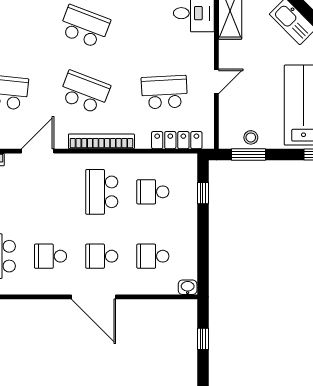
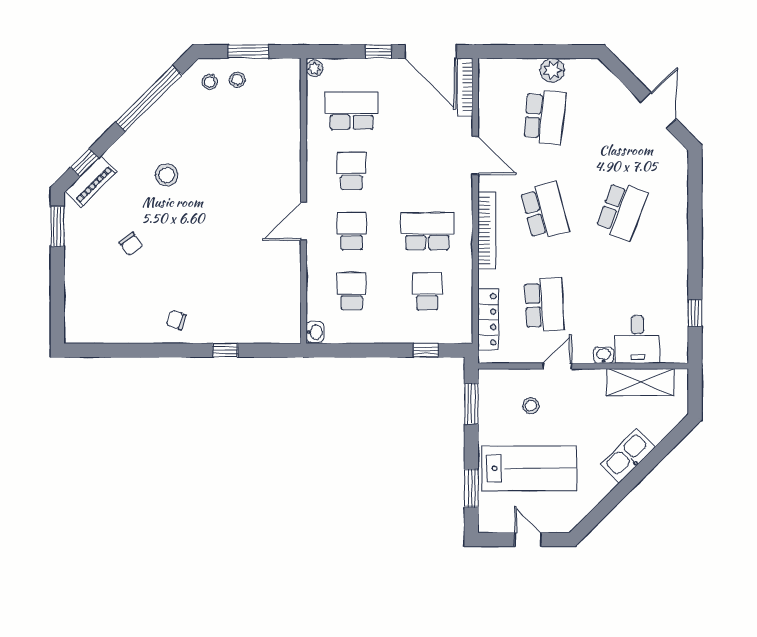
washbasin: (207, 42) -> (604, 355), added
door: (216, 81) -> (557, 366), swing flipped
school desk: (85, 92) -> (545, 211), turned -36
stool: (251, 137) -> (531, 406), moved
door: (94, 297) -> (304, 221), width x0.73
window: (203, 339) -> (225, 350), moved

